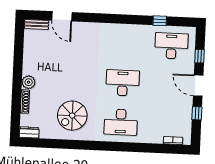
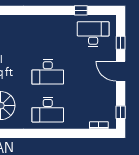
desk: (123, 83) -> (48, 72), turned 180
window: (197, 113) -> (121, 112), moved

